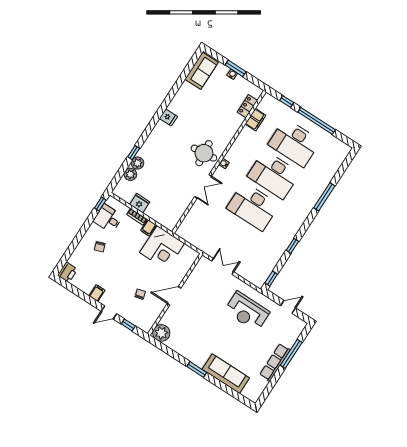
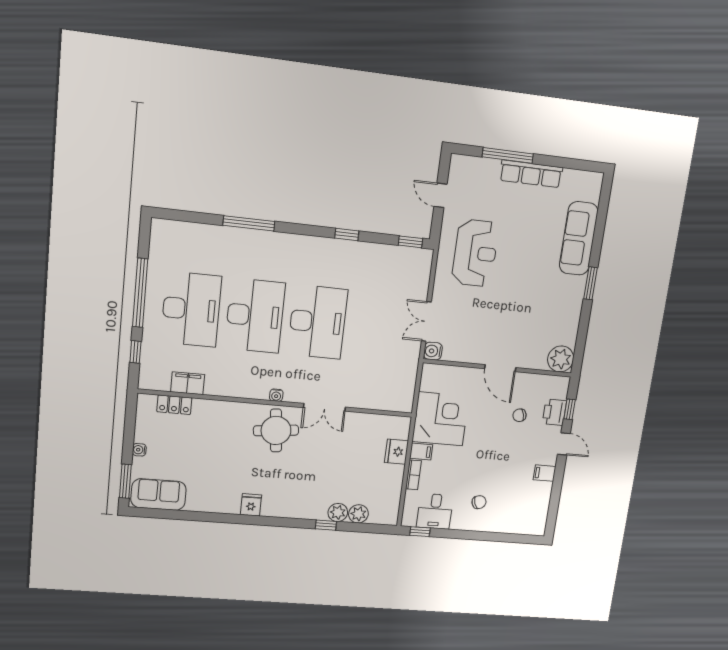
window: (236, 68) -> (125, 481), moved
double door: (203, 186) -> (324, 407), swing flipped
fridge: (140, 203) -> (396, 452), moved
water cooler: (204, 262) -> (433, 351), added
printer: (67, 272) -> (554, 412), moved, turned -90

